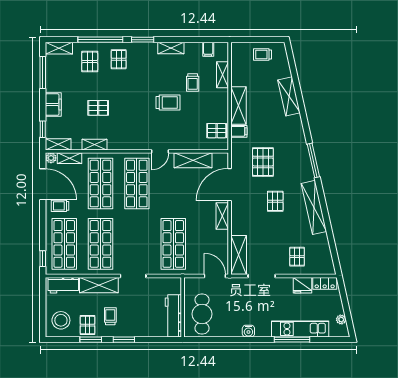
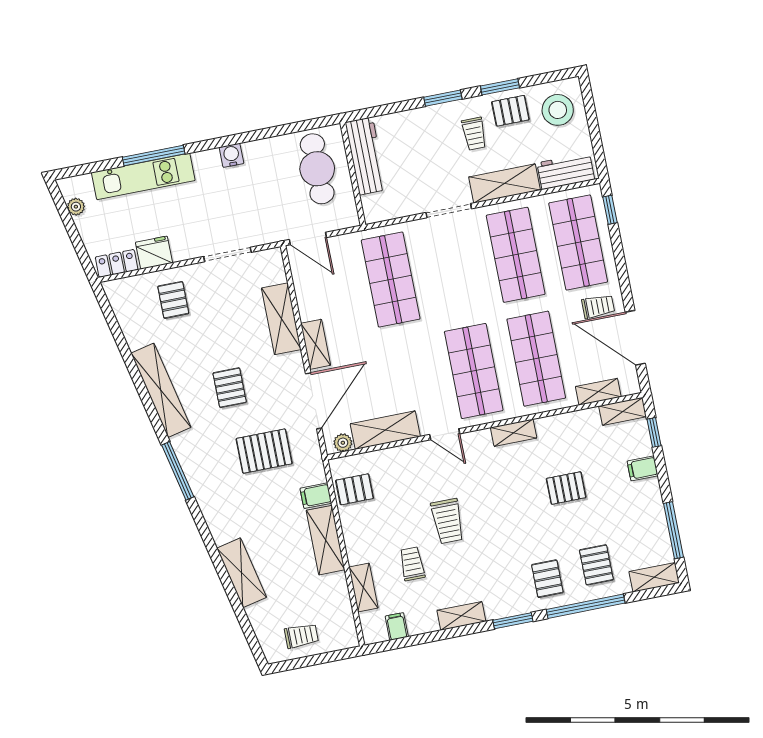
trolley: (168, 103) -> (448, 521), turned -90
filing cabinet: (53, 105) -> (643, 468), width x0.50
shelving: (94, 145) -> (514, 433), moved
door: (160, 151) -> (445, 434), swing flipped
plant: (51, 158) -> (343, 443), moved
pallet: (263, 162) -> (264, 451), turned 90
shelving: (239, 255) -> (281, 319), moved
pallet: (87, 325) -> (510, 111), turned 90

